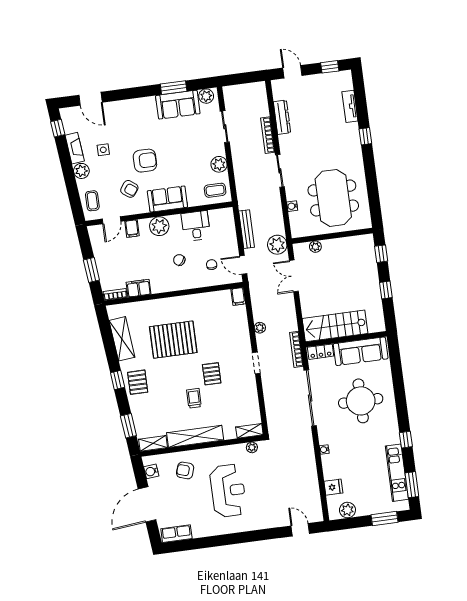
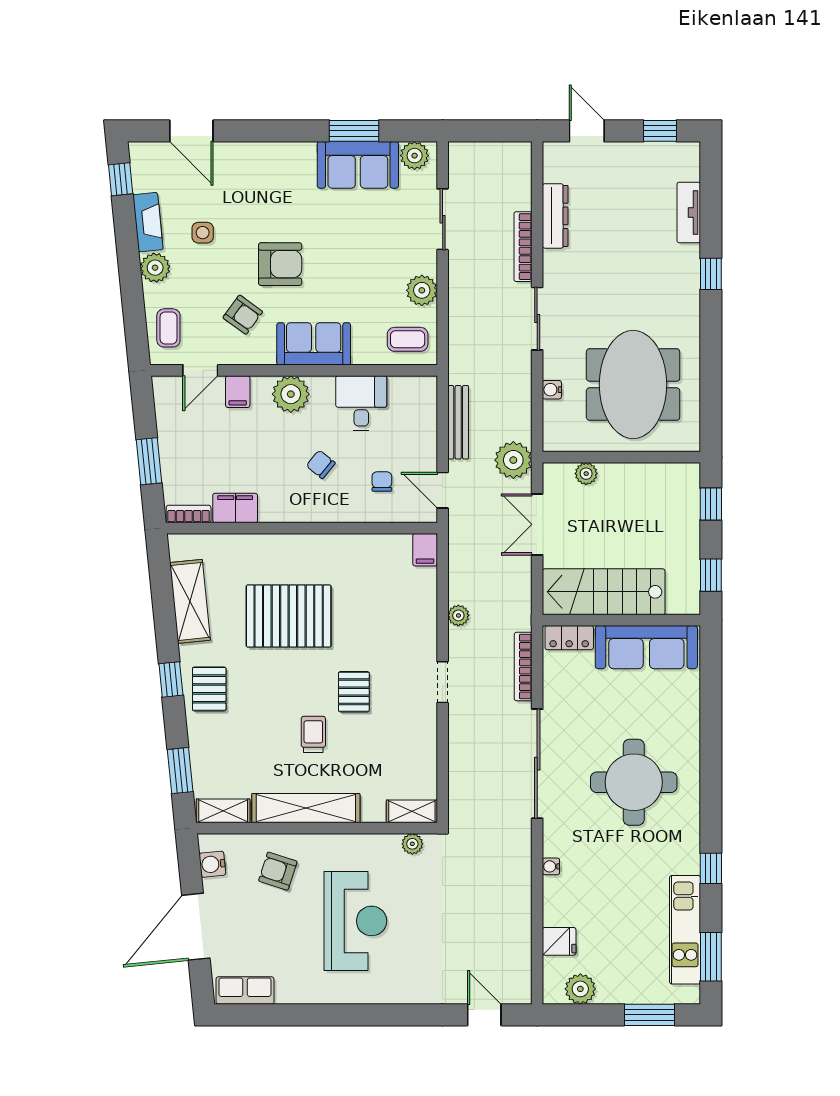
stairs: (335, 326) -> (604, 592), moved
wall: (346, 339) -> (621, 620), moved
sofa: (361, 351) -> (646, 647), moved
locker: (321, 352) -> (569, 638), moved

